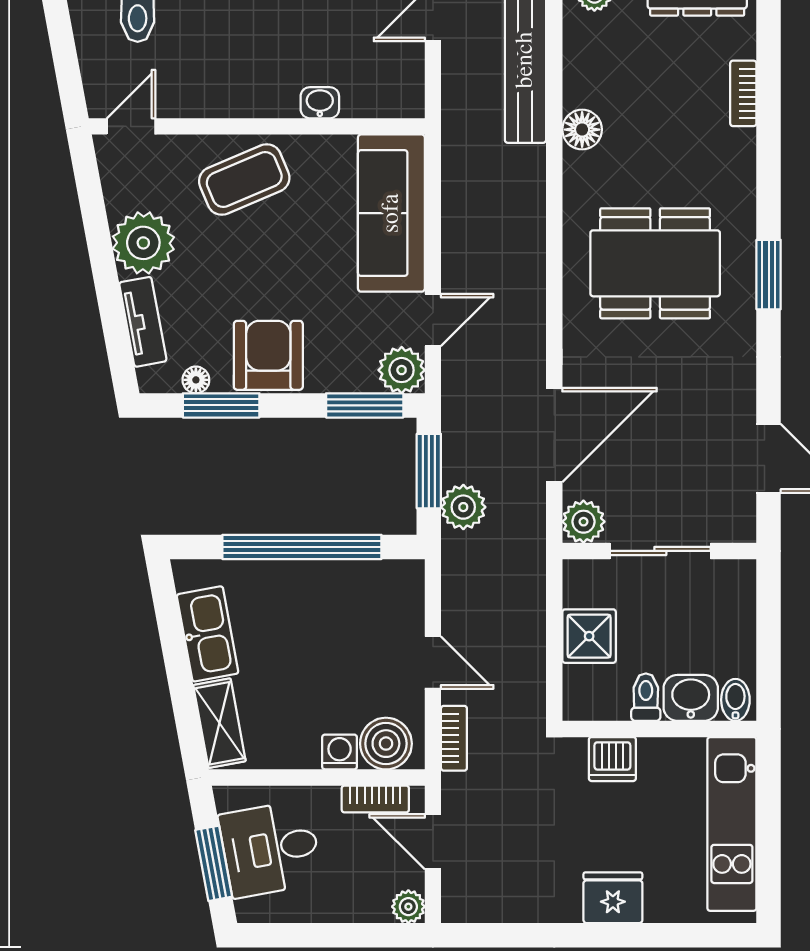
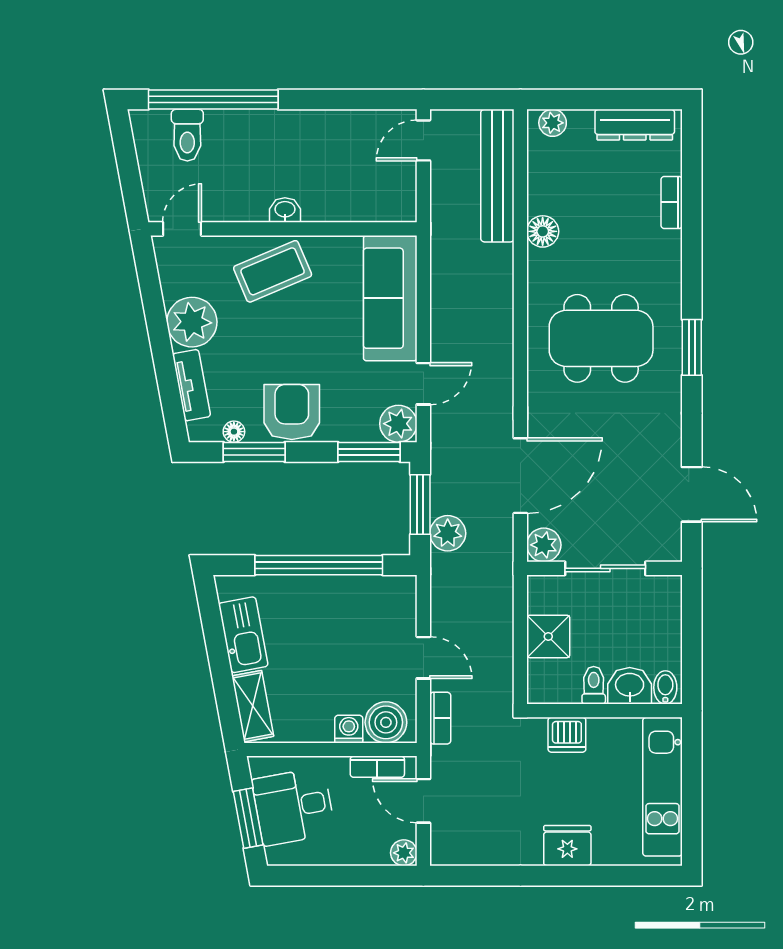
washbasin: (320, 103) -> (285, 210), moved

